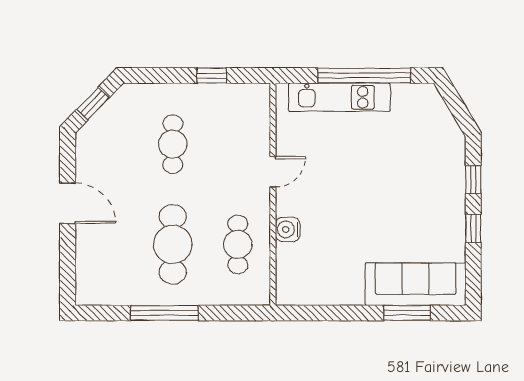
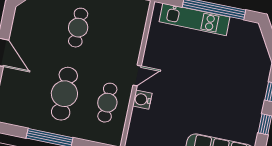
door: (273, 172) -> (137, 76), moved

